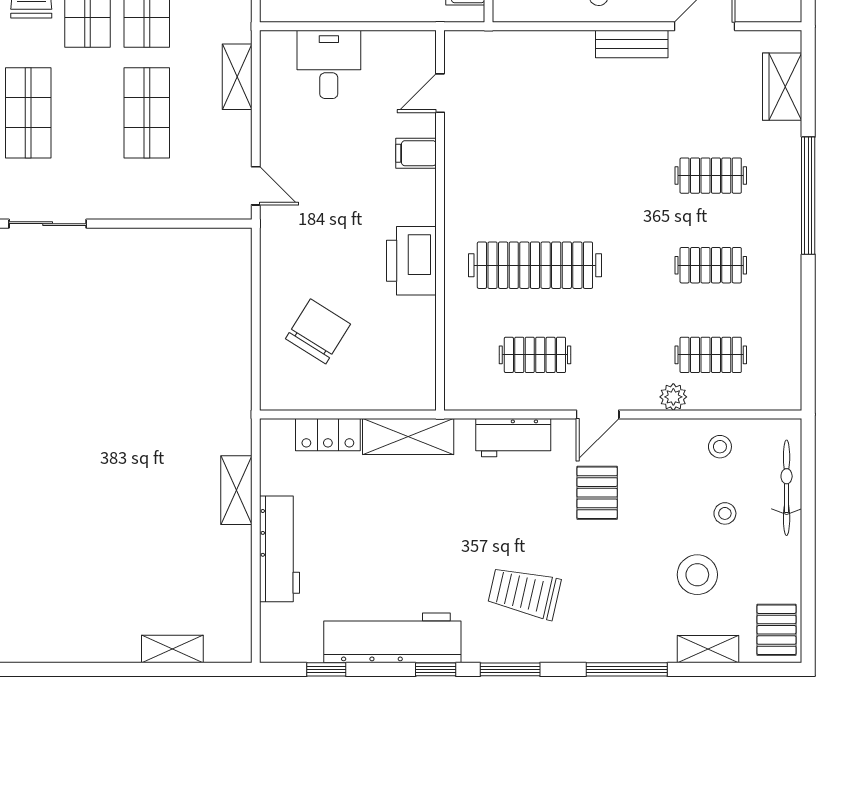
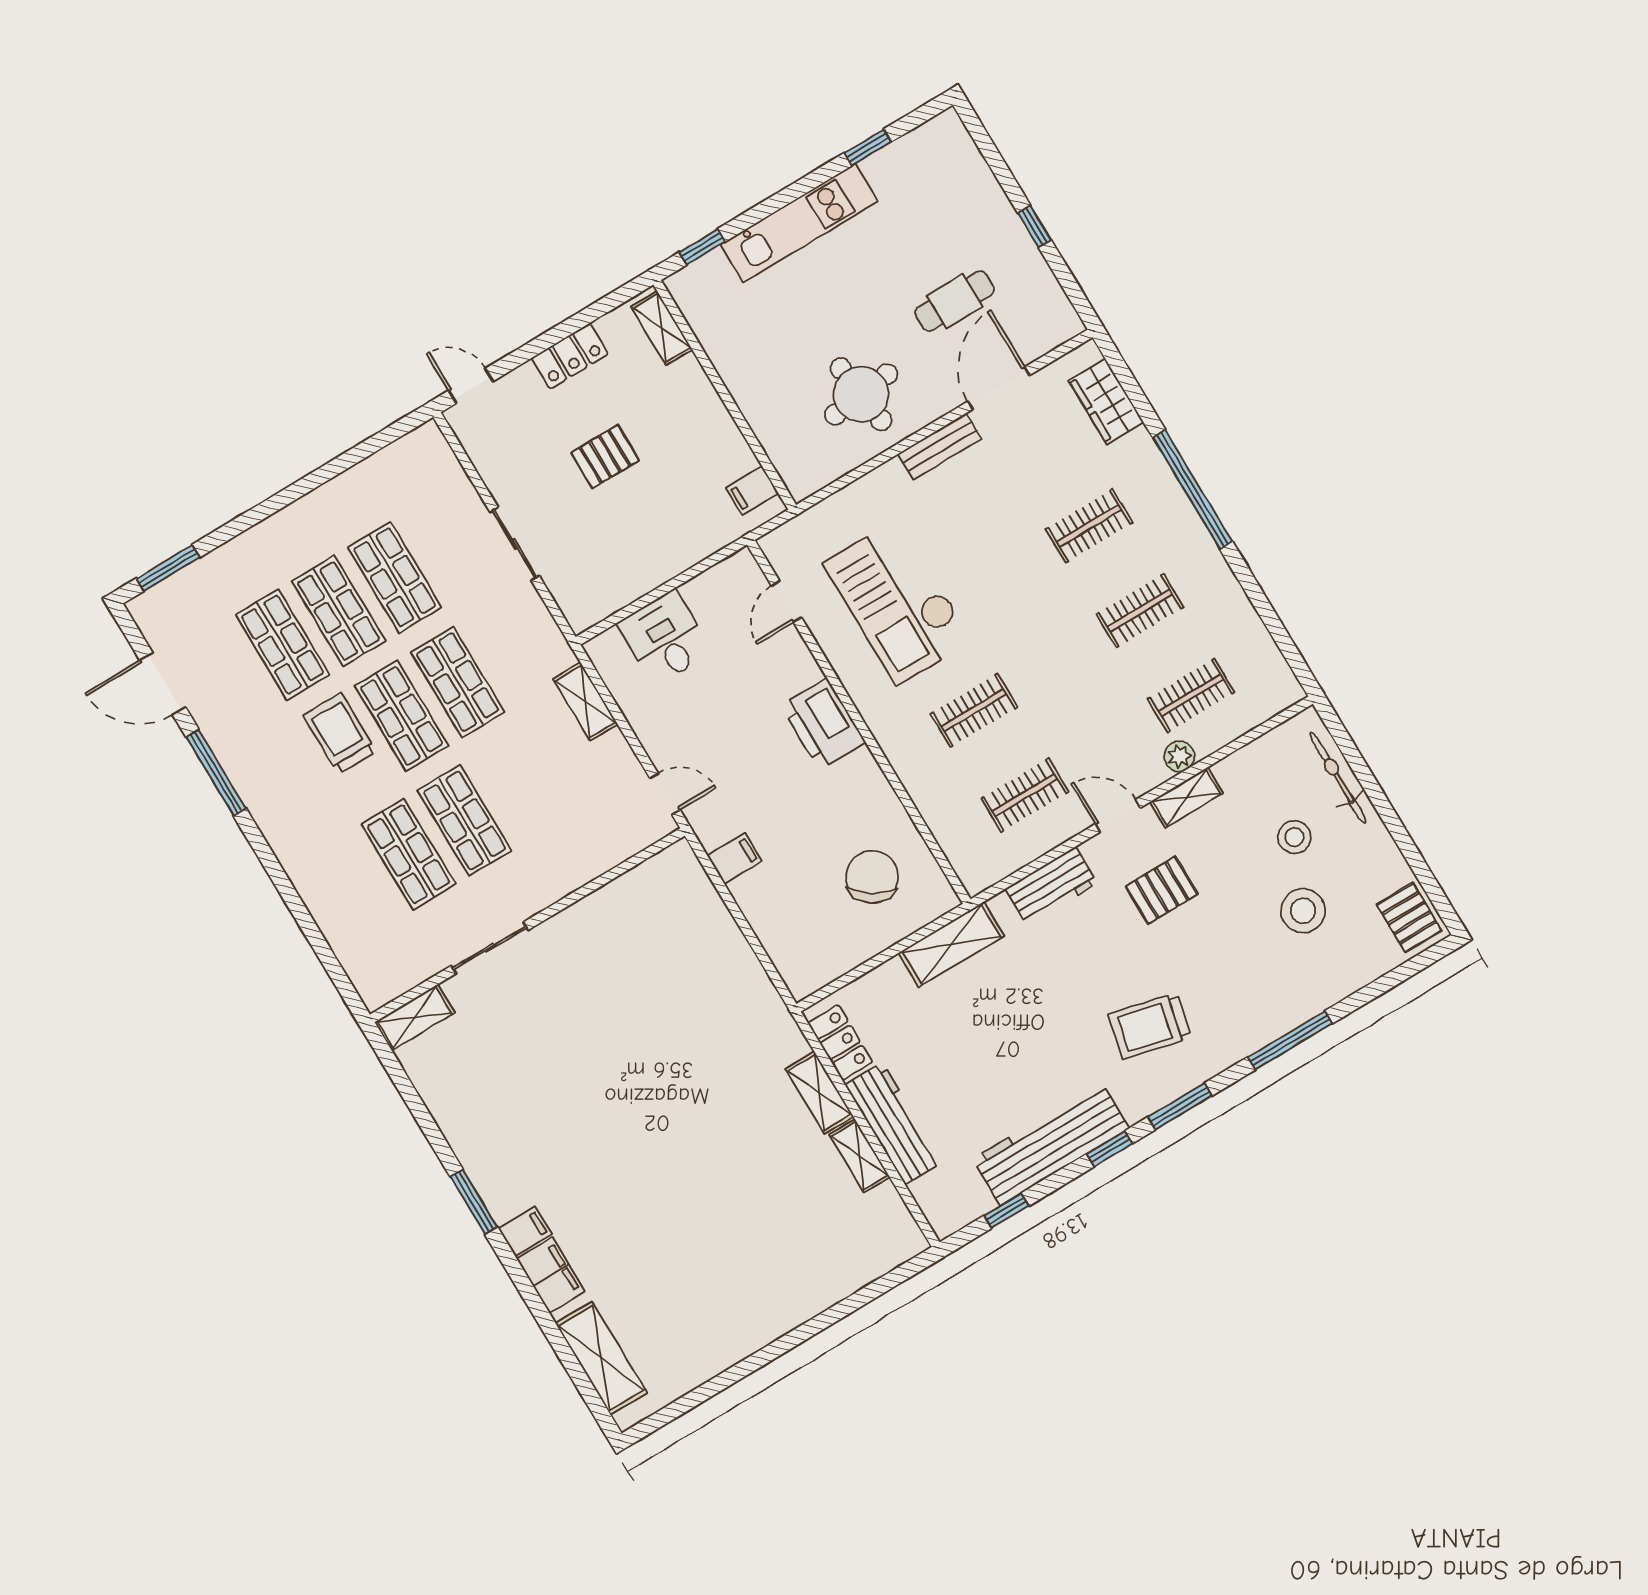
shop shelf: (147, 113) -> (465, 821), moved
checkout: (527, 145) -> (898, 602), added
filing cabinet: (416, 153) -> (734, 858), moved, turned 180
printer: (411, 261) -> (823, 724), moved
clothes rail: (535, 265) -> (974, 710), width x0.54, depth x0.76
chair: (318, 331) -> (872, 877), moved
door: (598, 414) -> (1118, 816), swing flipped
locker: (328, 435) -> (840, 1042), moved, turned -90
stool: (720, 447) -> (1252, 777), removed
pallet: (597, 493) -> (1162, 890), turned 90
stool: (725, 513) -> (1294, 837), width x1.37, depth x1.37
shelving: (172, 649) -> (859, 1156), moved, turned 90
shelving: (708, 649) -> (1186, 797), moved

